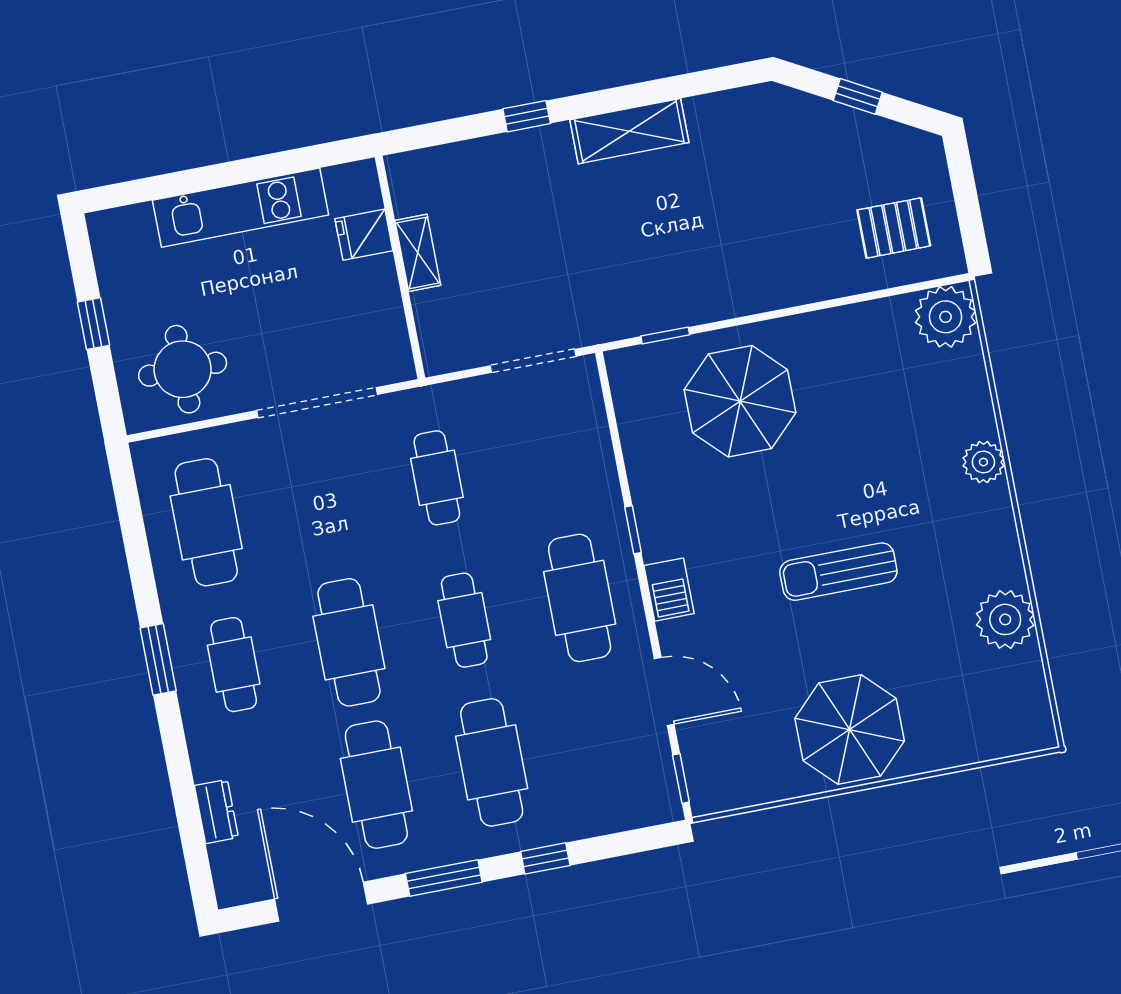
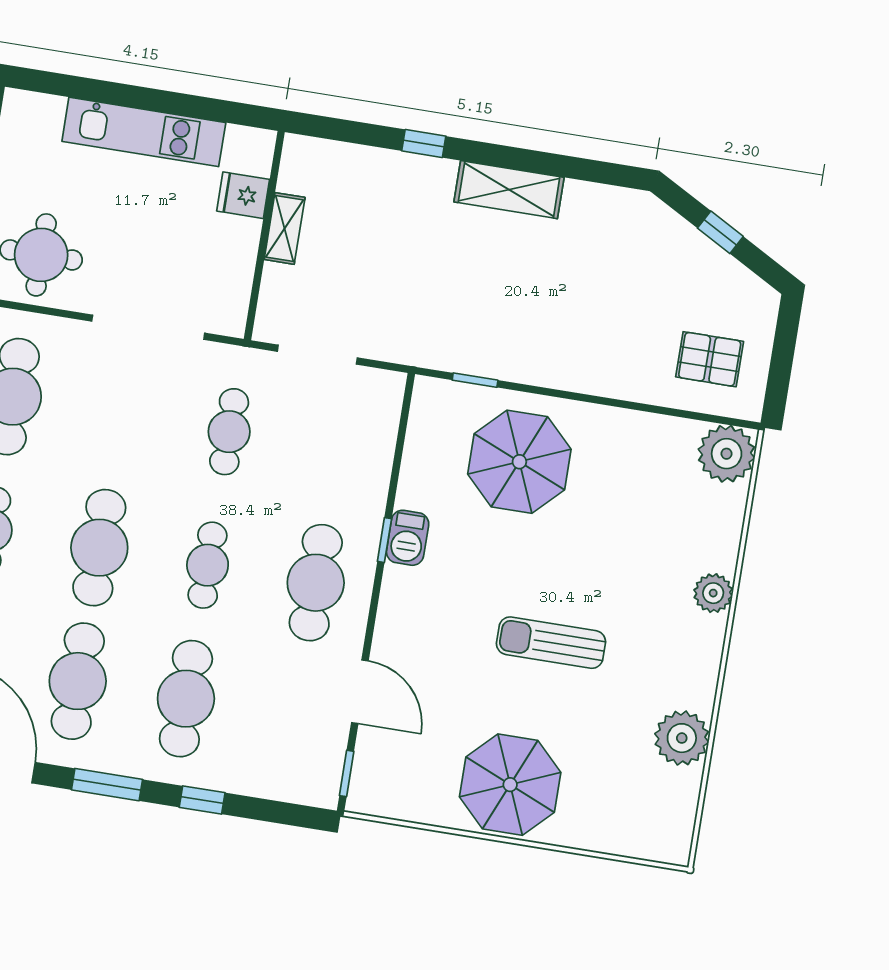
doorway: (533, 361) -> (317, 355), moved
barbecue: (669, 590) -> (408, 538), moved

